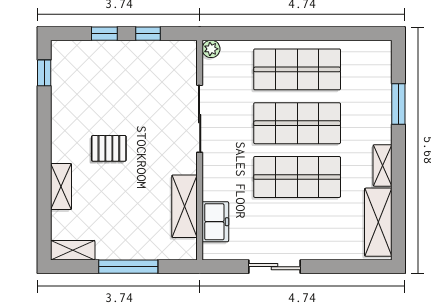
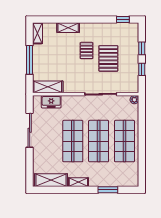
pallet: (125, 103) -> (108, 58), added
shelving: (184, 206) -> (48, 87), moved
sliding door: (275, 267) -> (30, 130), width x1.37

